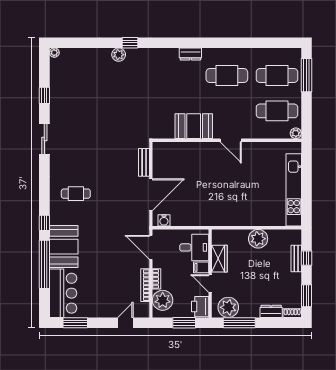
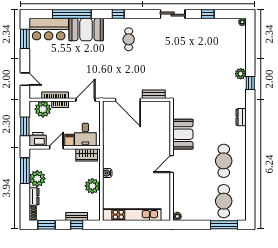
dresser: (190, 54) -> (241, 117), moved
cafe table: (277, 111) -> (195, 201), removed
water cooler: (164, 220) -> (107, 173), moved
window: (44, 223) -> (118, 14), moved
wardrobe: (219, 259) -> (87, 155), moved
plant: (228, 307) -> (37, 179), moved

